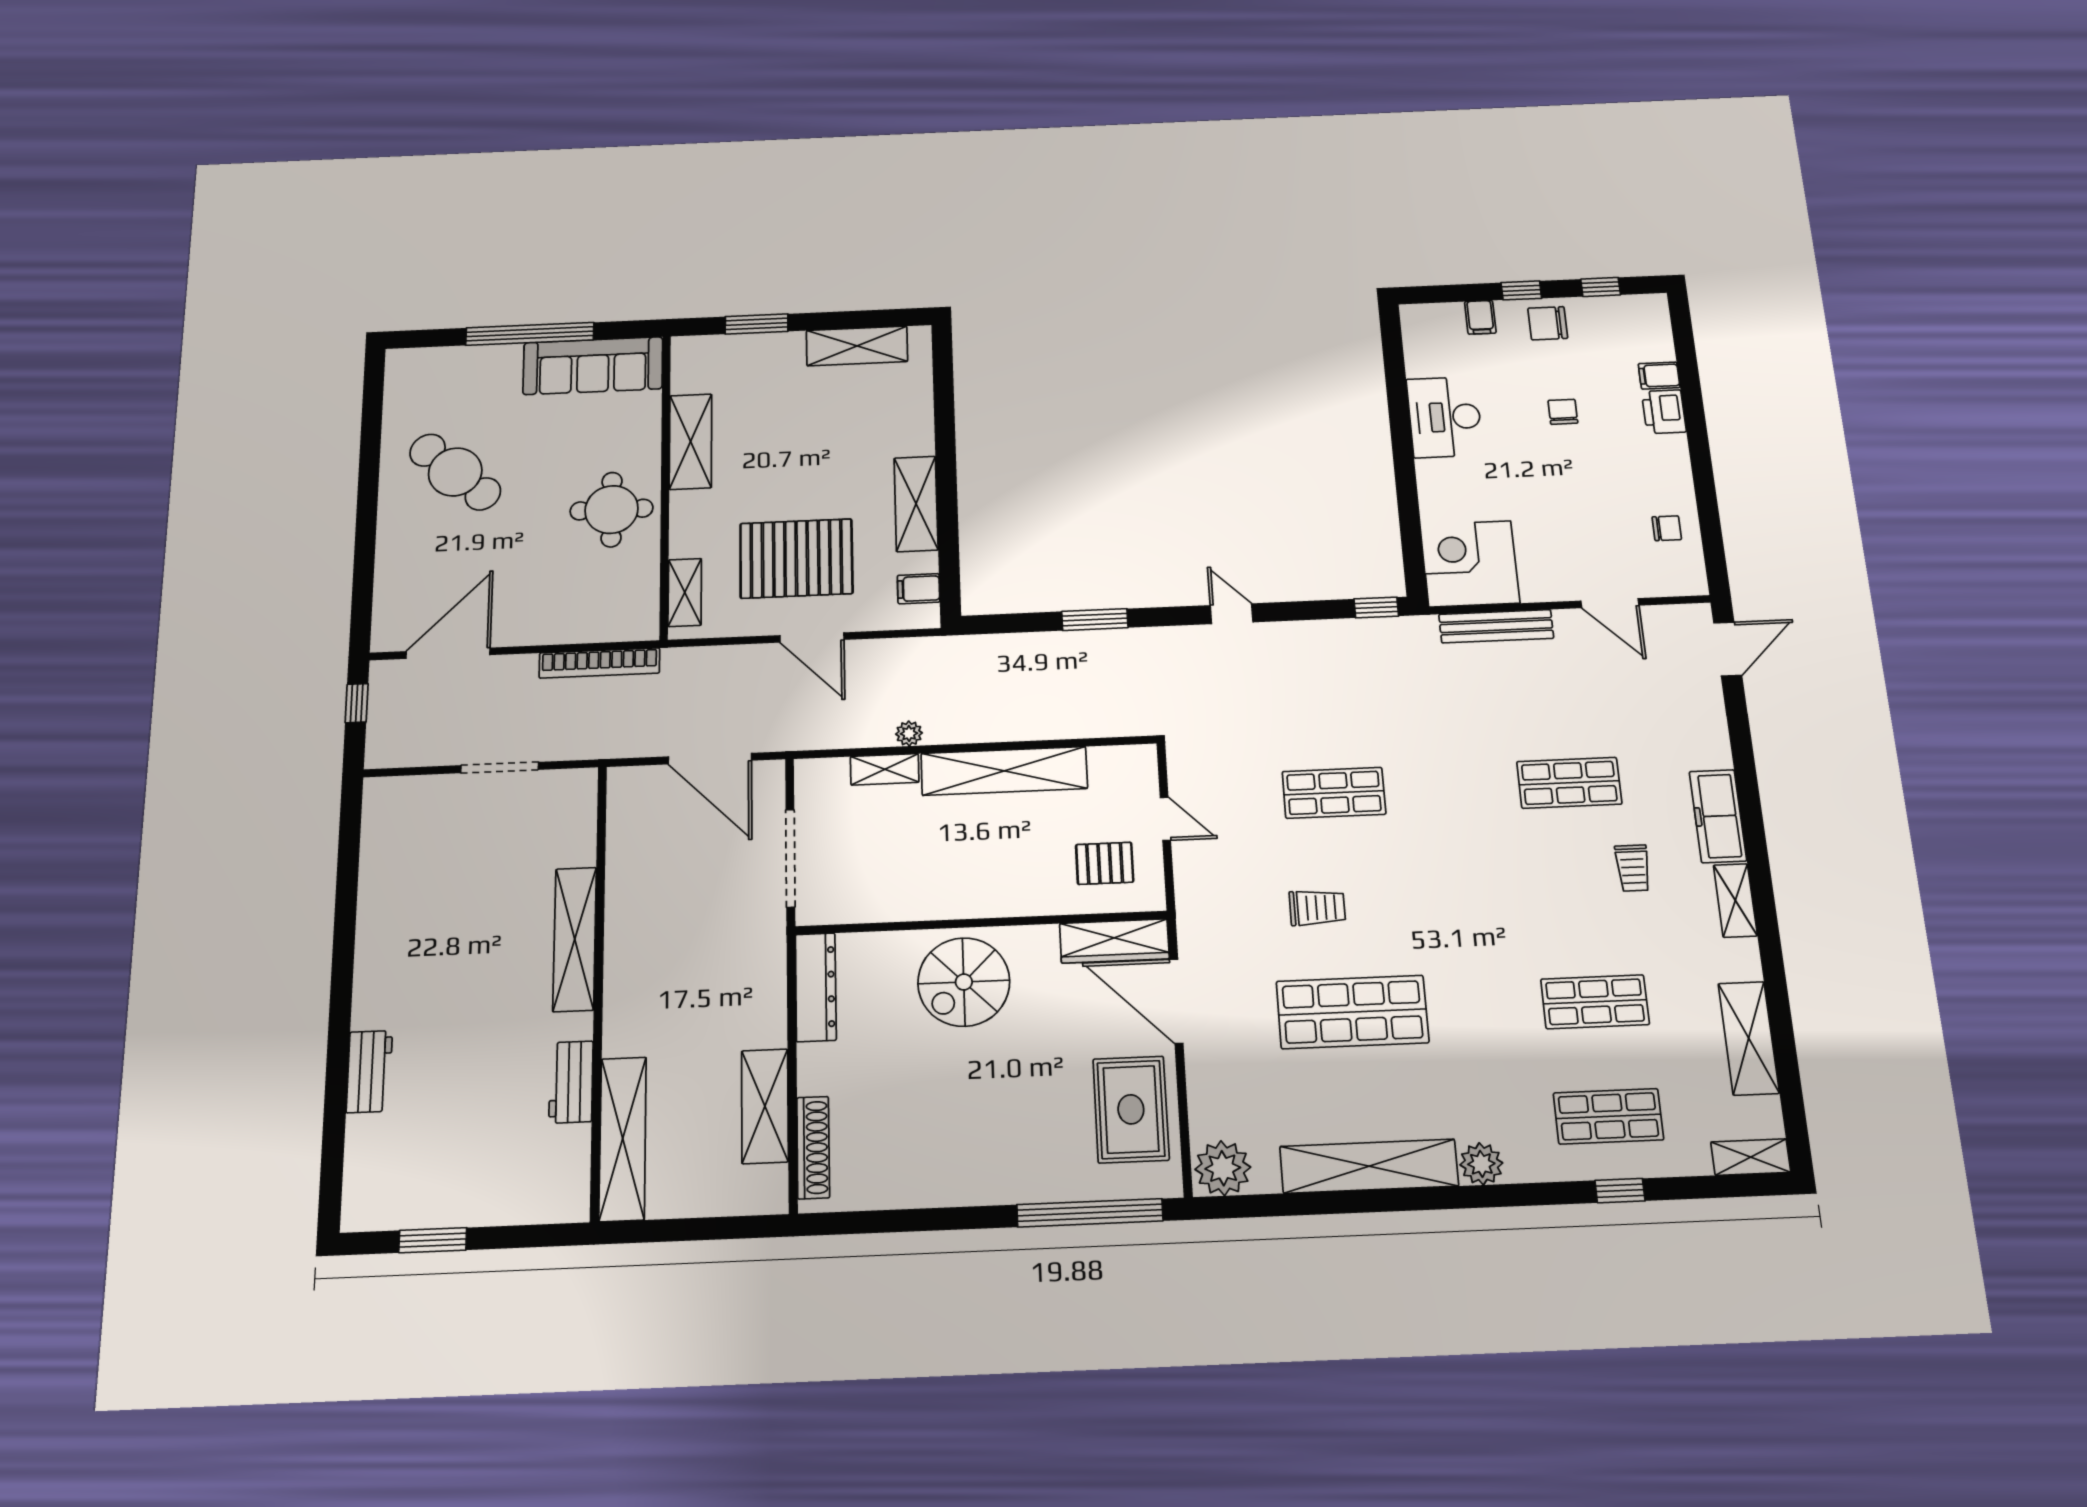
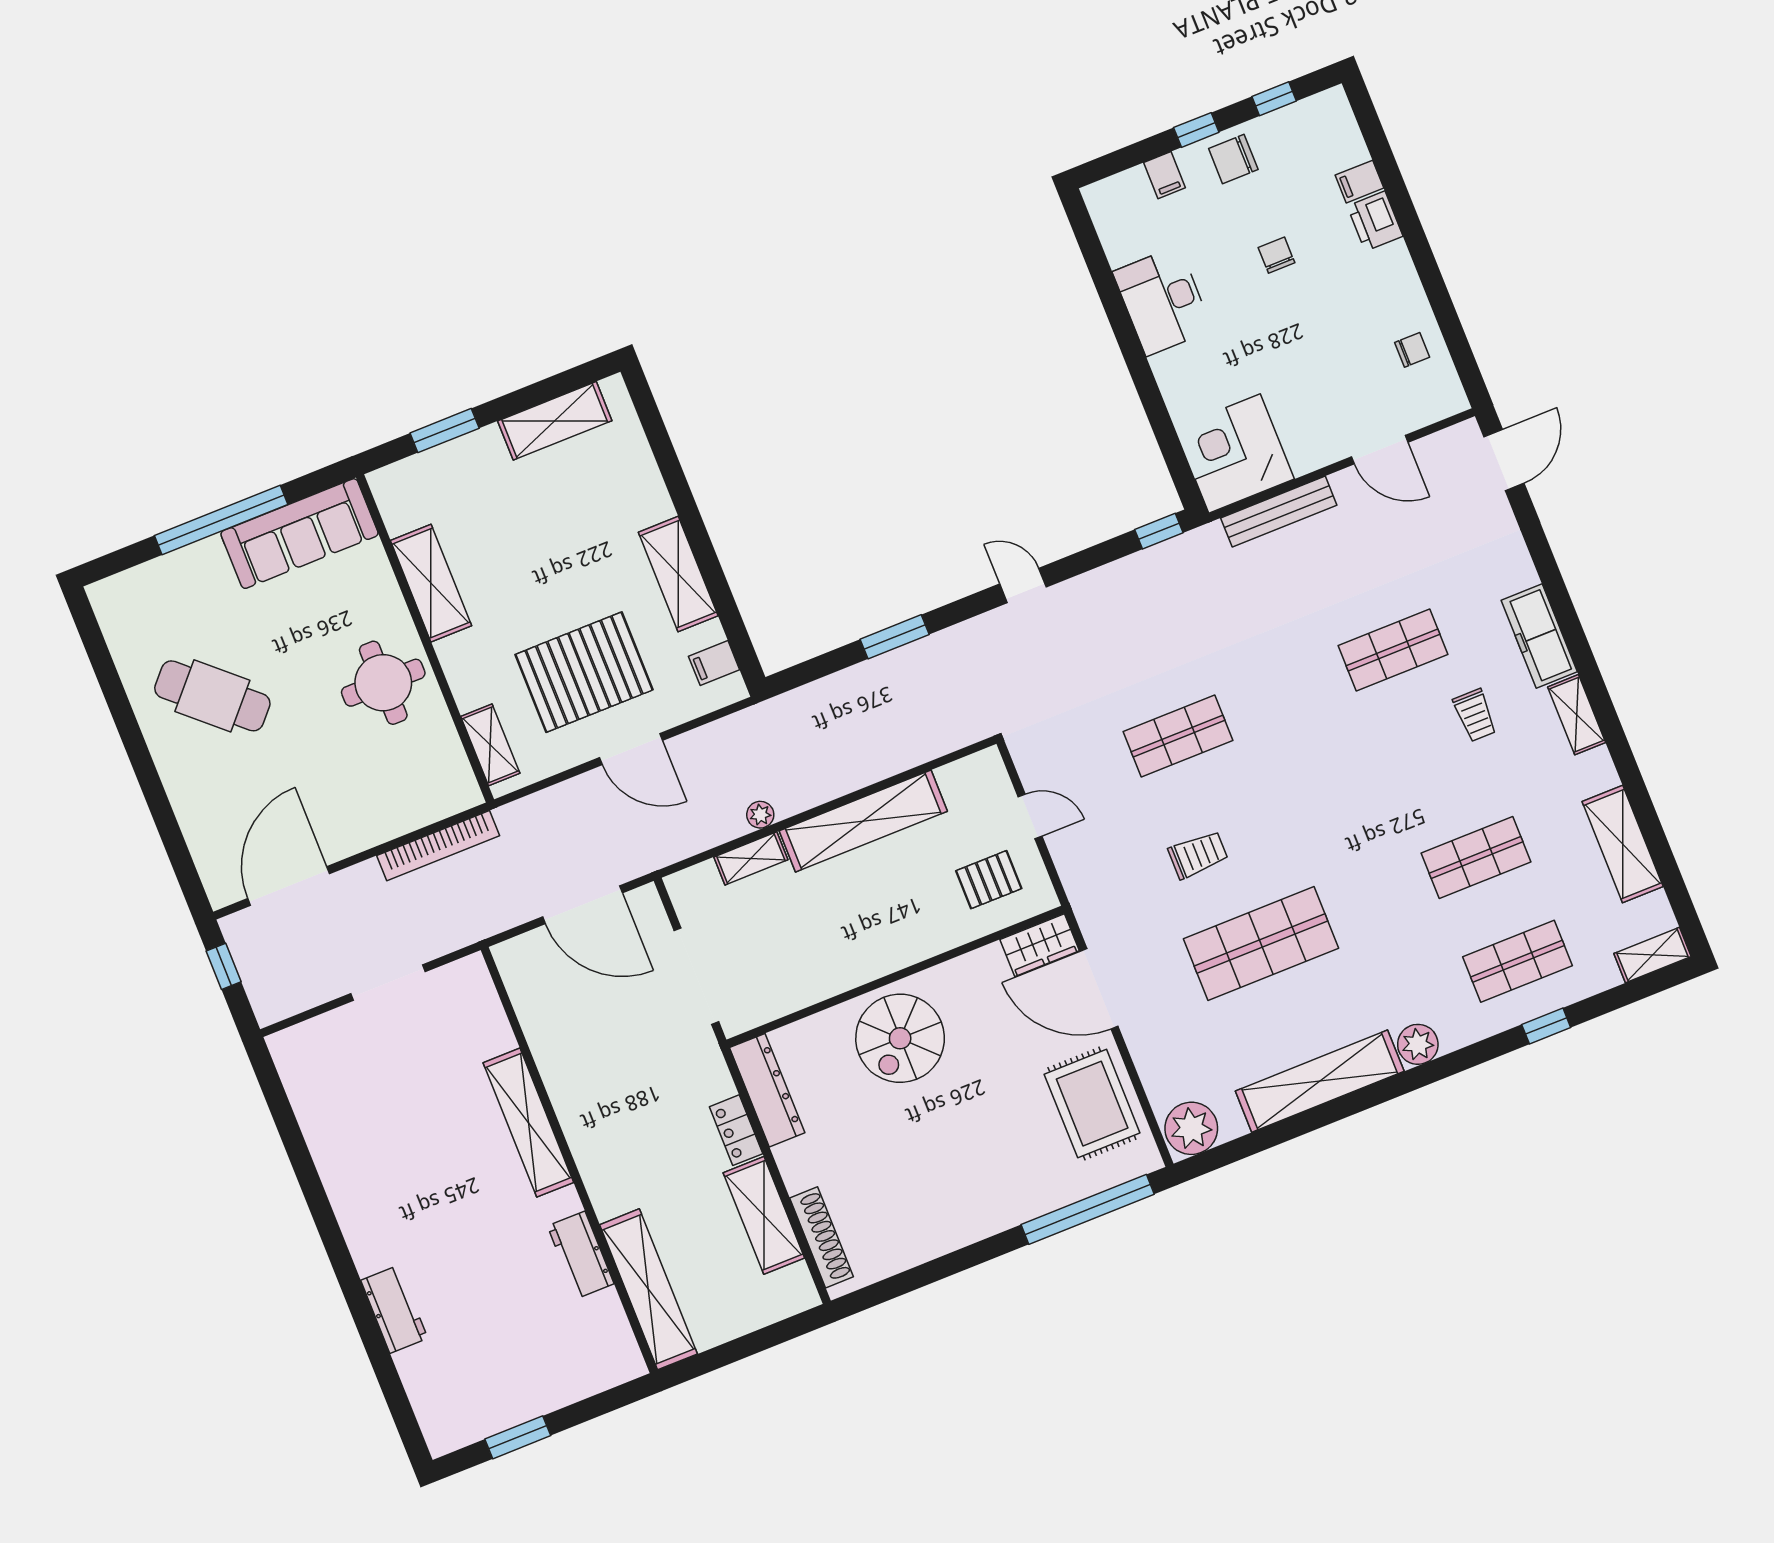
wardrobe: (1114, 941) -> (1040, 945), width x0.67
locker: (771, 1015) -> (736, 1130), added

